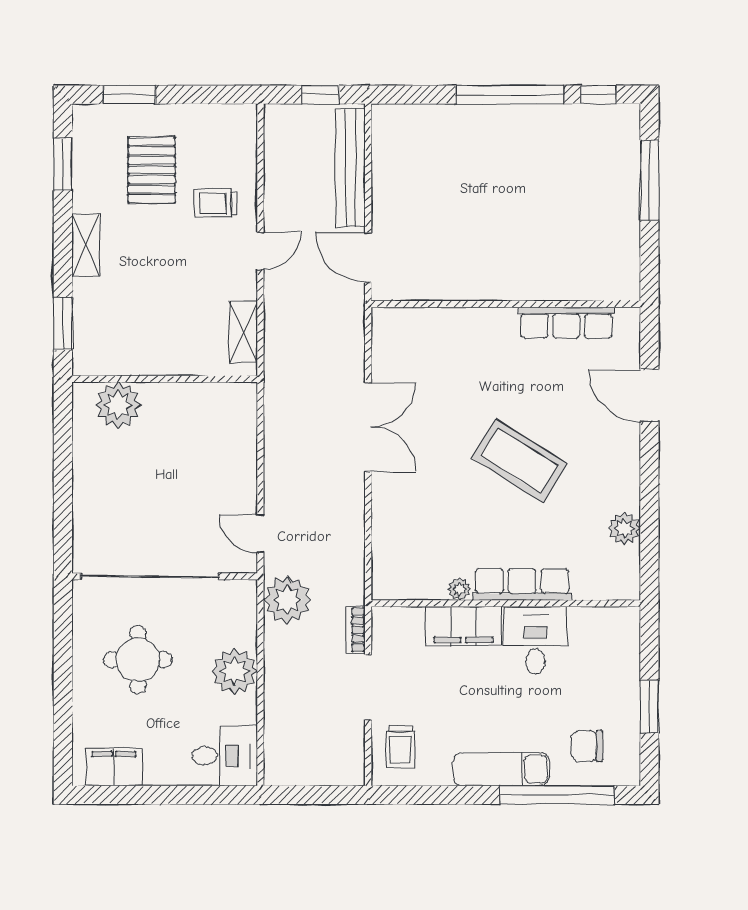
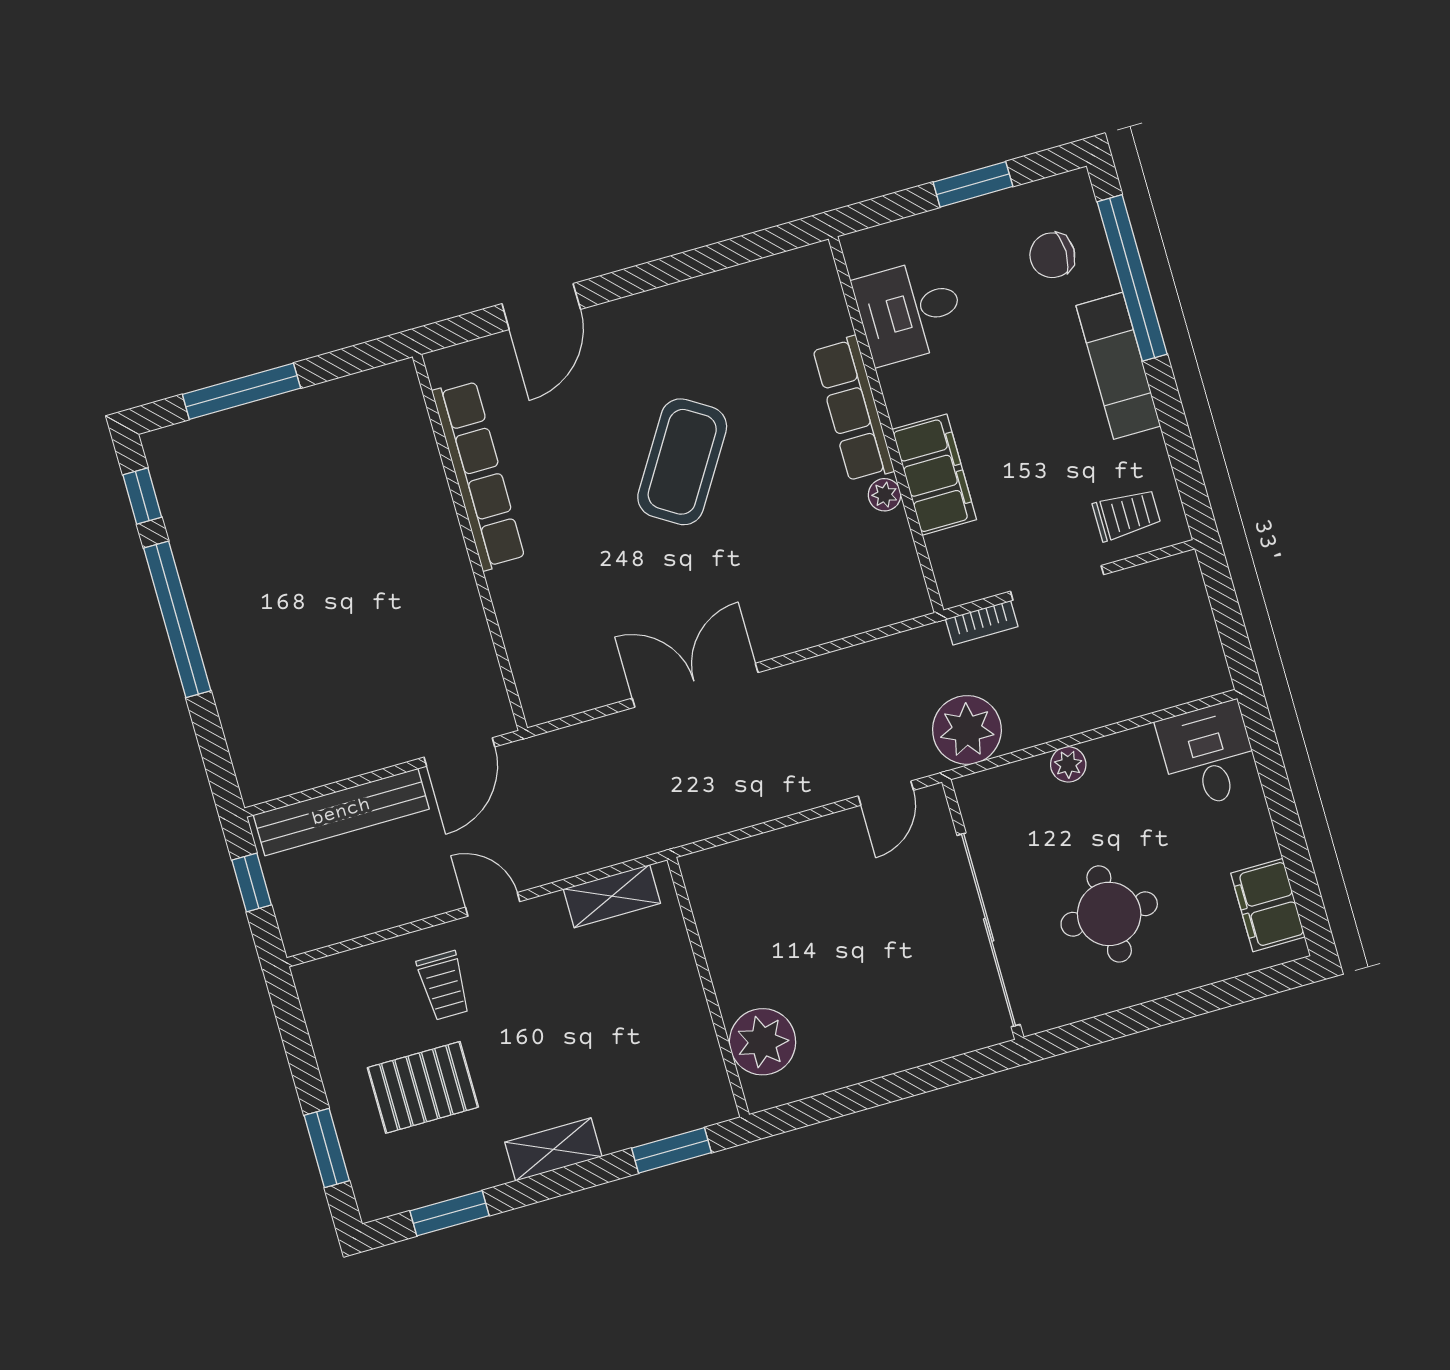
row of seats: (566, 323) -> (479, 475), width x1.36
plant: (624, 528) -> (735, 289), removed
desk: (535, 640) -> (910, 311), moved
plant: (234, 671) -> (1068, 764), width x0.53, depth x0.53
chair: (587, 746) -> (1052, 255), turned 90

